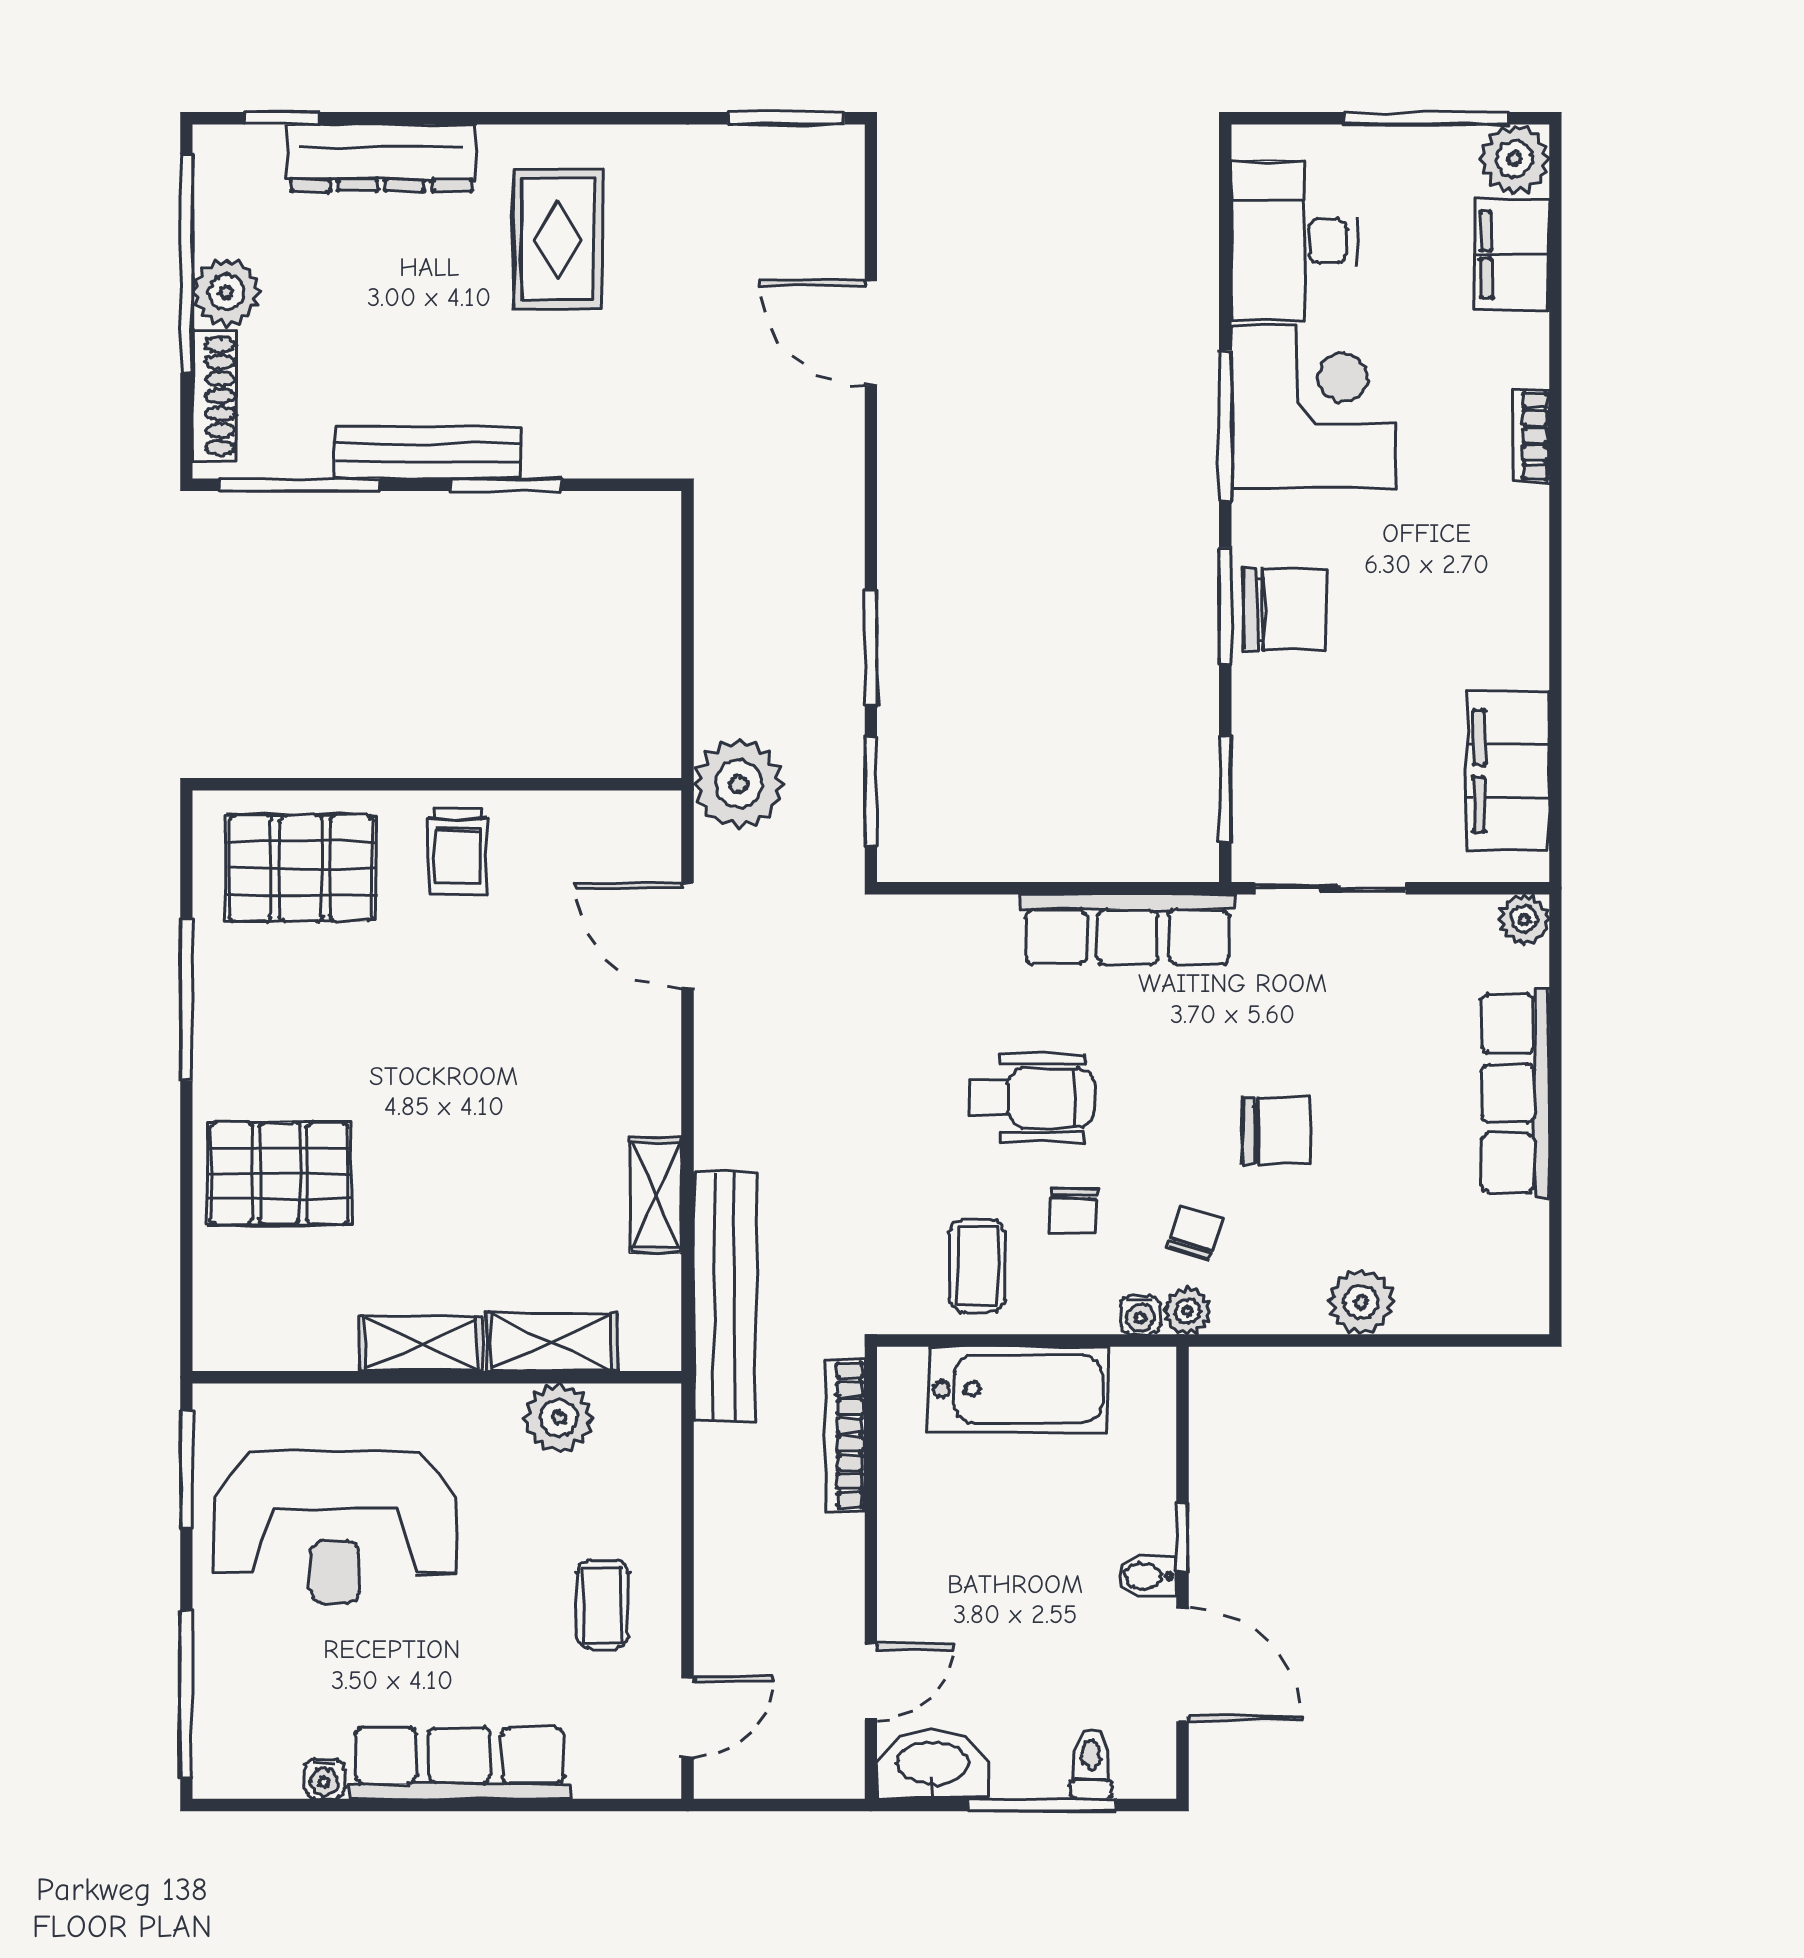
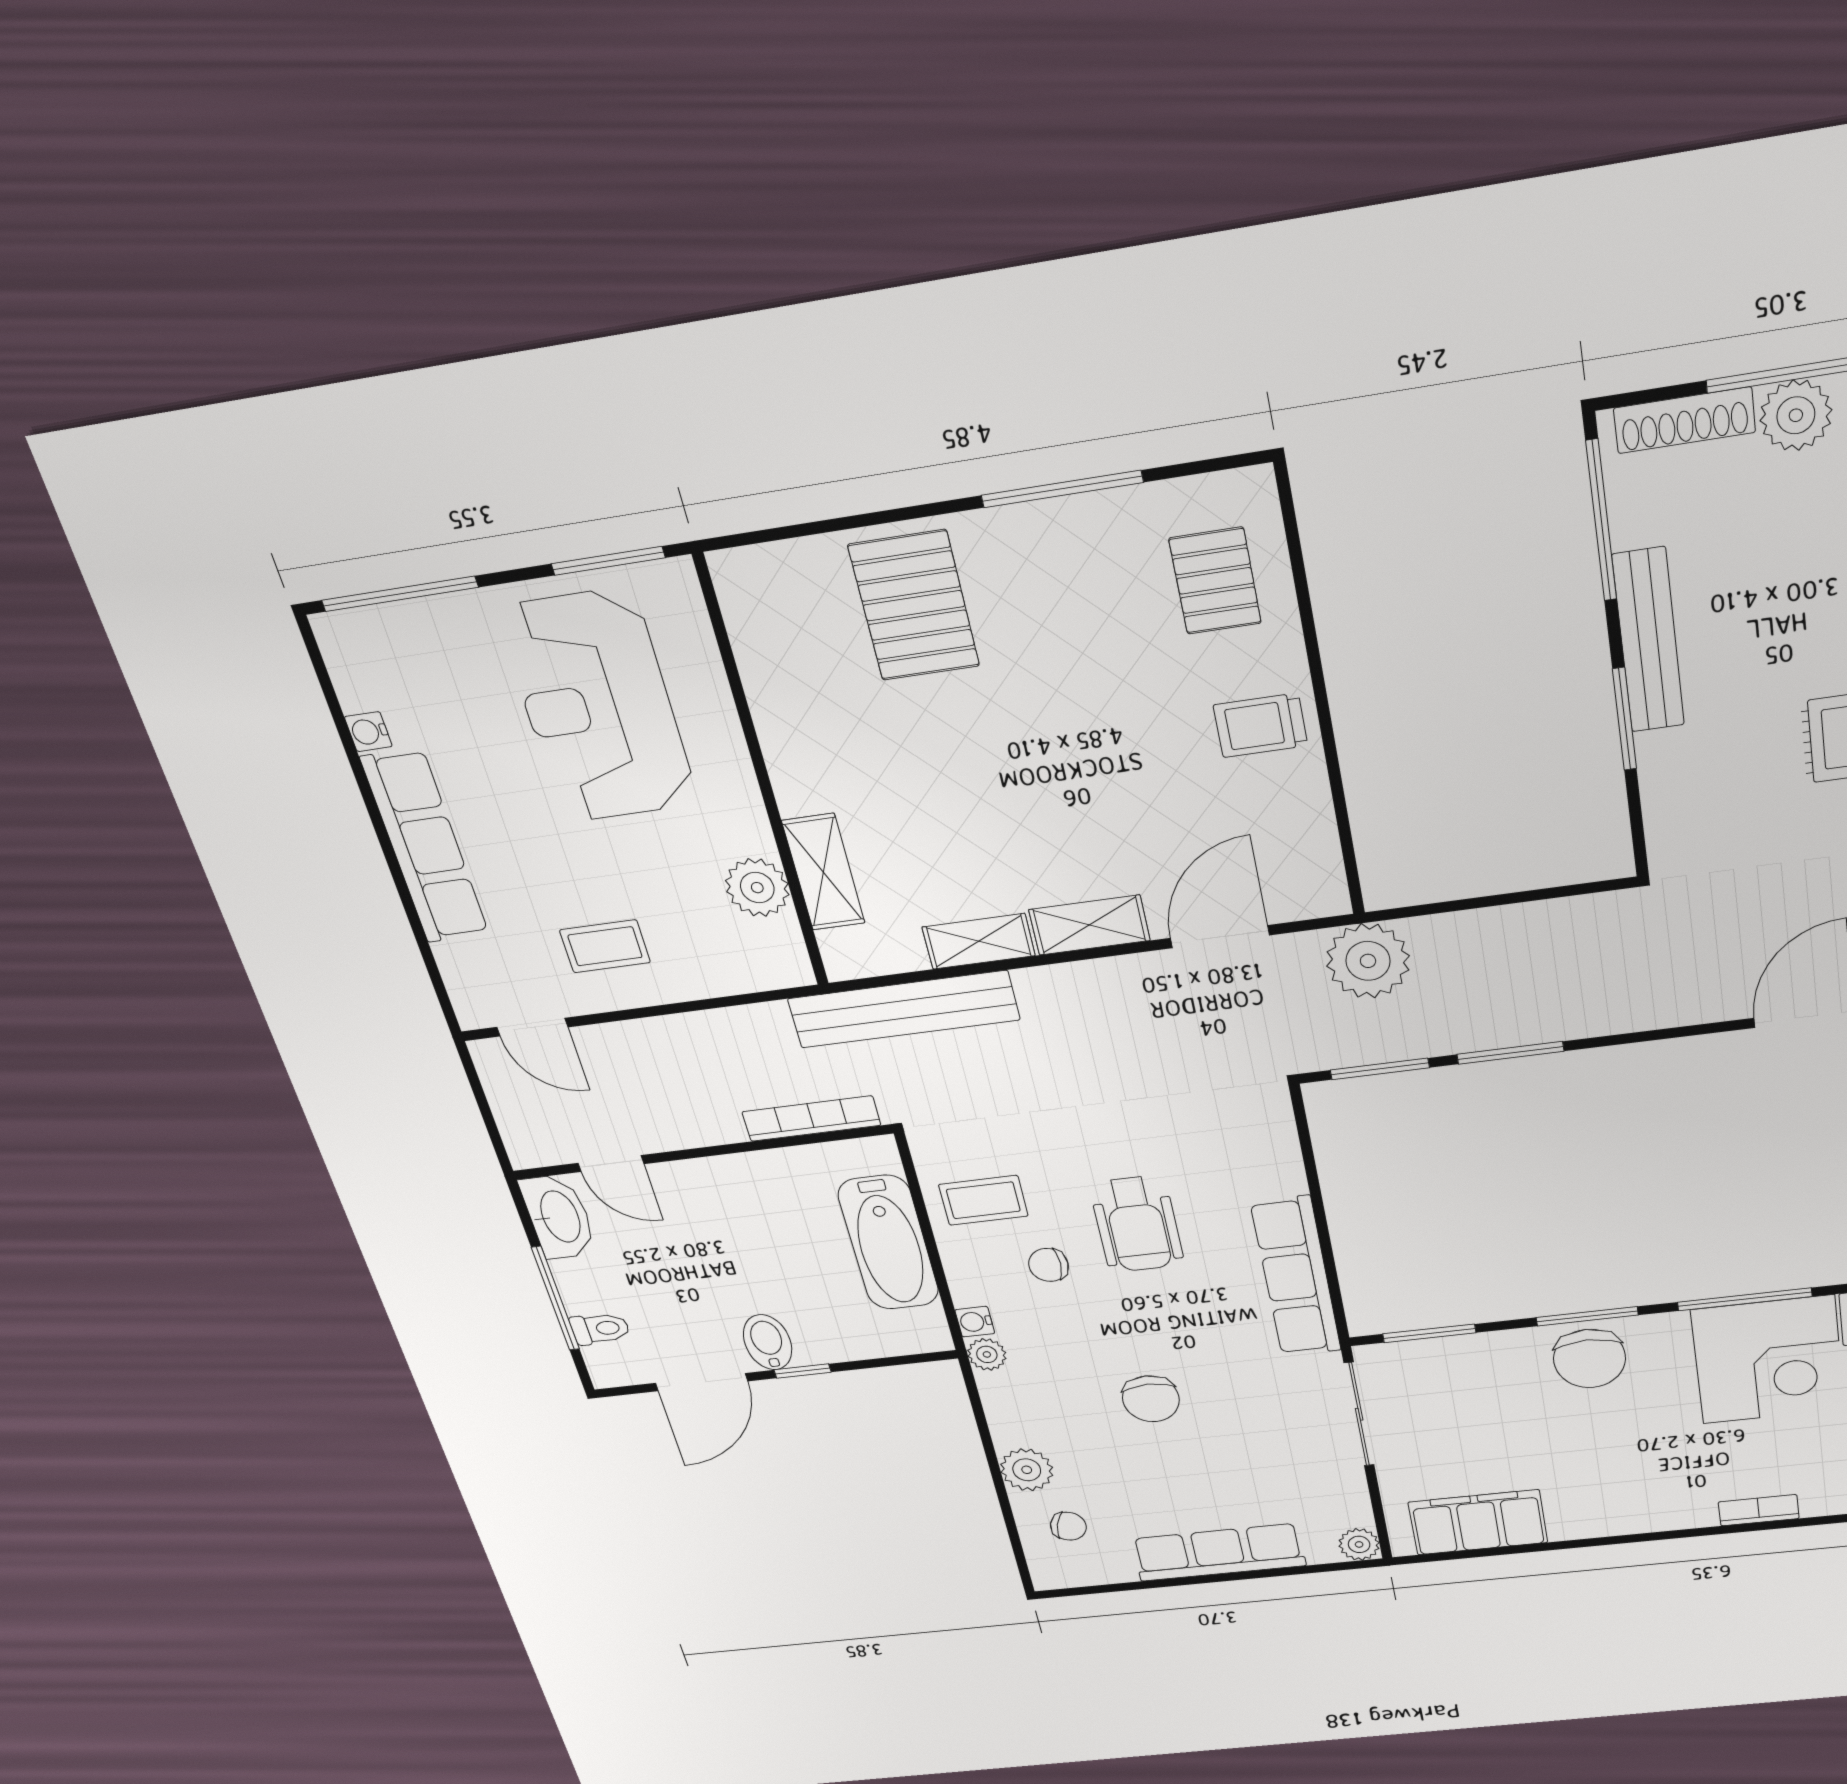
pallet: (301, 868) -> (1215, 581), width x0.67, depth x0.71
chair: (1195, 1233) -> (1068, 1526), moved
shelving: (421, 1344) -> (1089, 925), moved, turned 90
bidet: (1147, 1576) -> (768, 1342), width x1.38, depth x1.36

